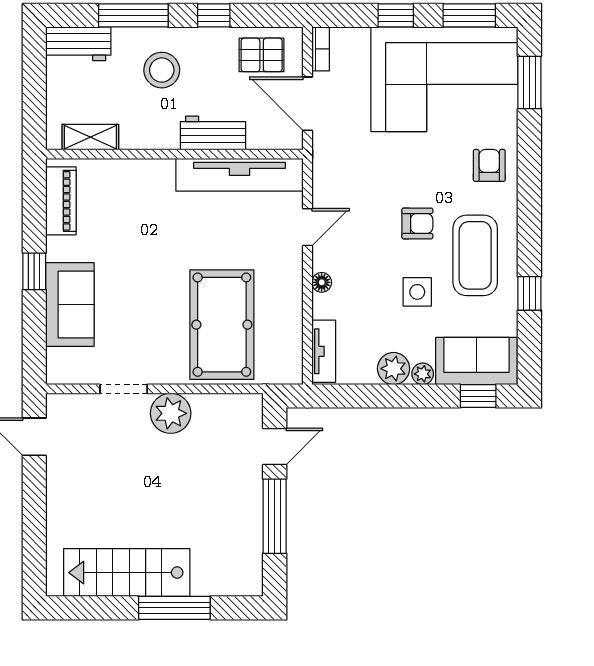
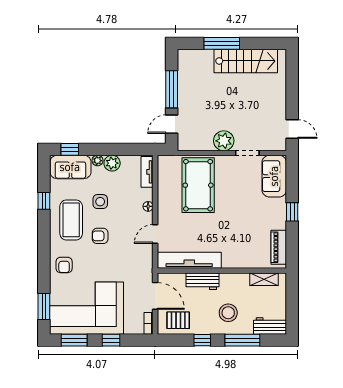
sofa: (70, 304) -> (274, 176), moved

